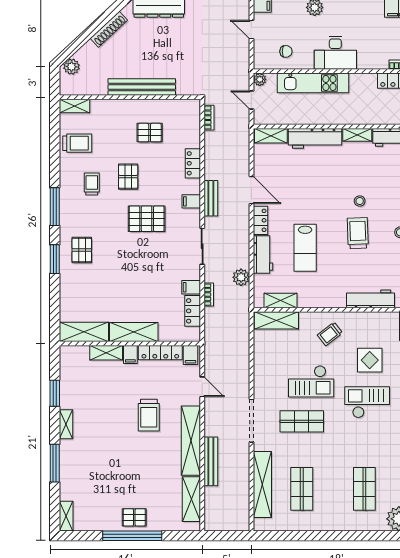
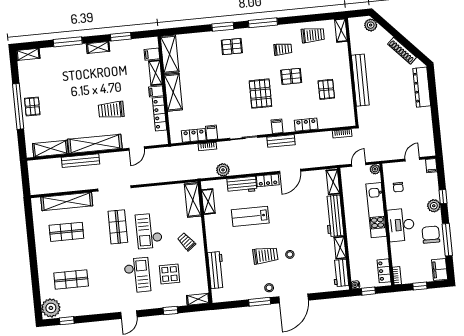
chair: (352, 15) -> (431, 235), added
trolley: (77, 143) -> (313, 35), turned -90
filing cabinet: (191, 355) -> (152, 54), moved

